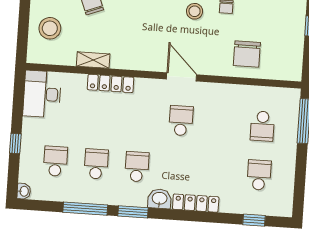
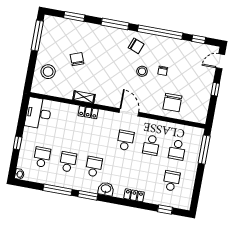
shelving: (93, 60) -> (84, 97), moved
locker: (111, 83) -> (88, 112), width x0.66
school desk: (222, 123) -> (151, 145), added
locker: (196, 203) -> (134, 195), width x0.66

